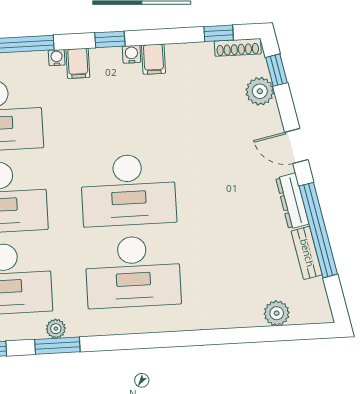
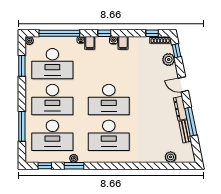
window: (318, 230) -> (191, 122), width x0.68

